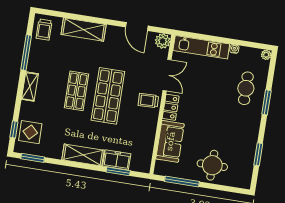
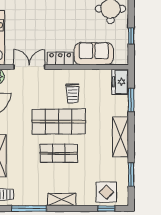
trolley: (148, 101) -> (73, 93), moved
window: (33, 158) -> (131, 175), moved
freezer: (117, 160) -> (120, 82), moved
window: (182, 181) -> (131, 36), width x0.46

